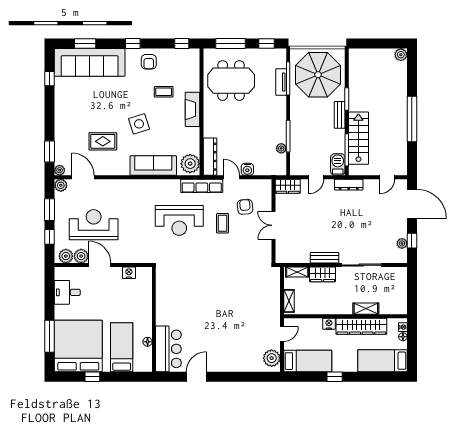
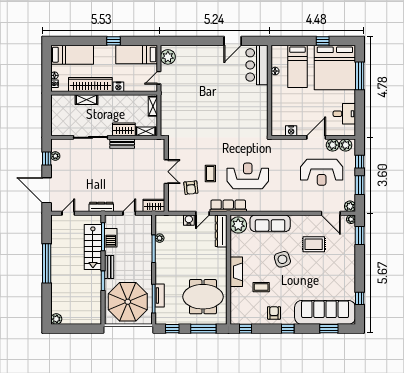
barbecue: (338, 164) -> (111, 238), moved
door: (232, 177) -> (202, 213), hinge flipped
door: (100, 265) -> (316, 137), swing flipped

